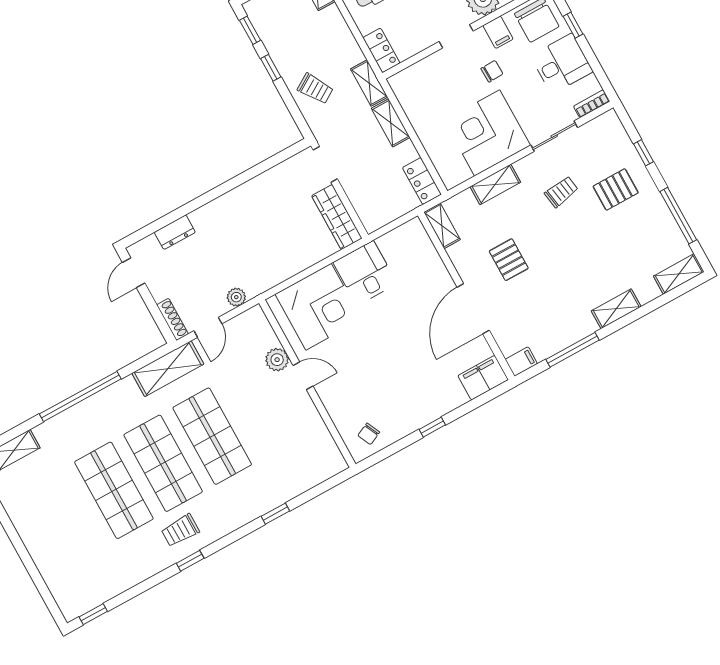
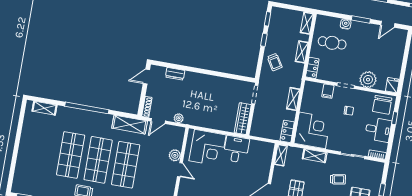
filing cabinet: (498, 32) -> (328, 91), moved
shelving: (369, 83) -> (302, 52), moved
corner desk: (487, 133) -> (312, 130), moved, turned 90

